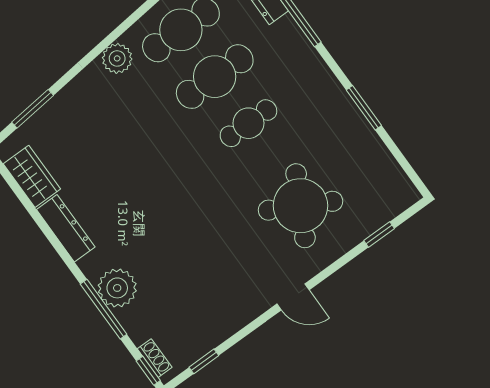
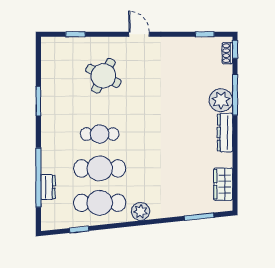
round table: (301, 206) -> (103, 76), width x0.73, depth x0.73
dresser: (66, 228) -> (225, 133), moved

